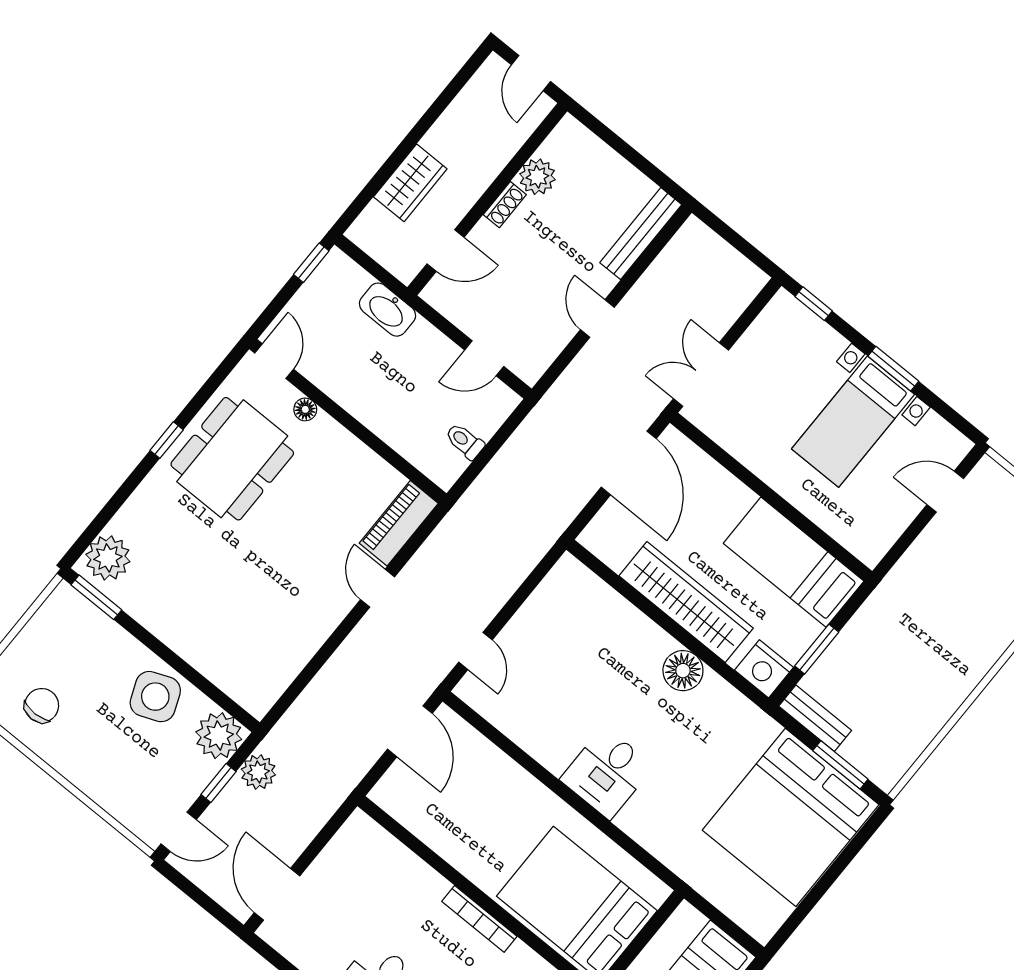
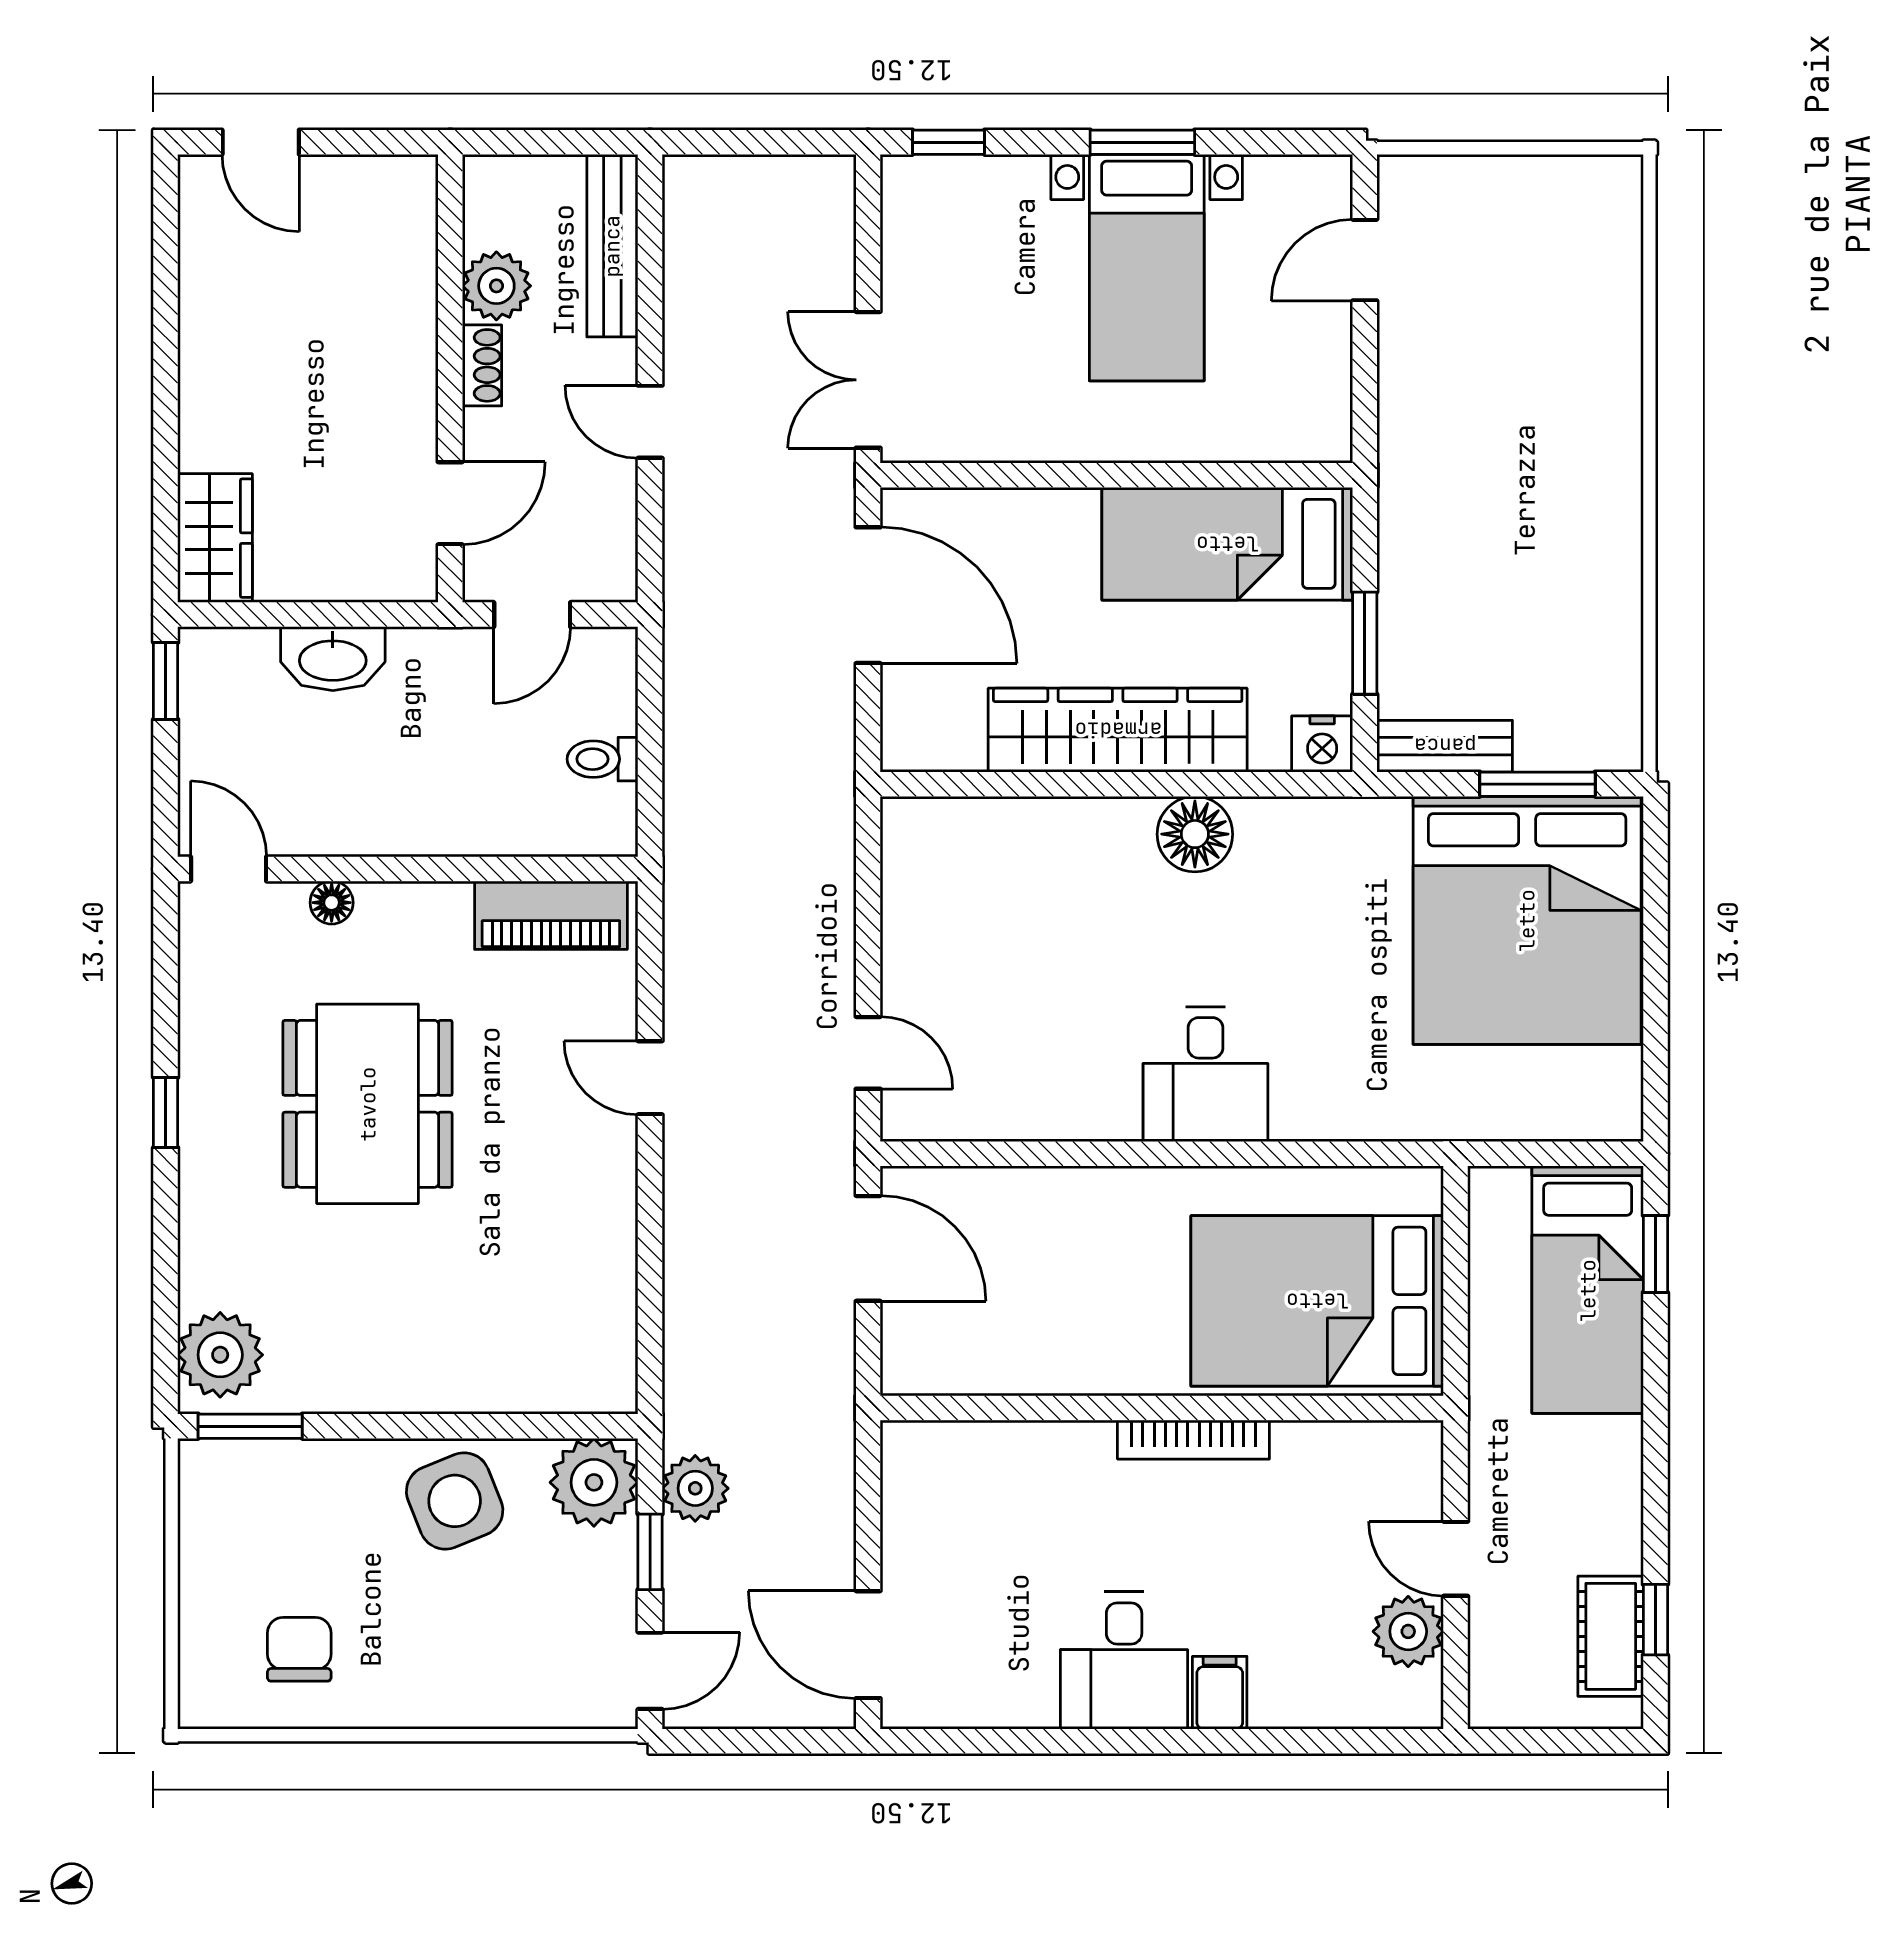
plant: (537, 177) -> (496, 286), moved
wardrobe: (410, 183) -> (215, 538), moved
wall: (487, 199) -> (450, 378), moved
shoe rack: (505, 205) -> (482, 365), moved
door: (446, 251) -> (450, 503), moved
dining table: (232, 459) -> (368, 1104), moved
piano: (399, 523) -> (551, 915), moved, turned -90
nightstand: (764, 669) -> (1322, 744), width x0.74, depth x0.75

